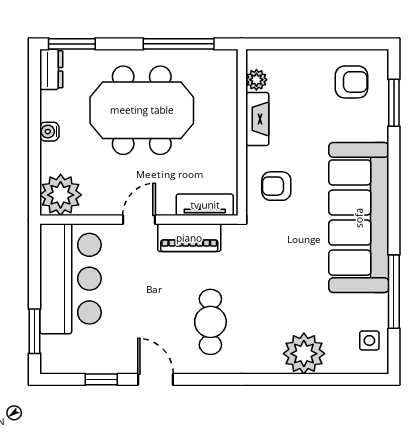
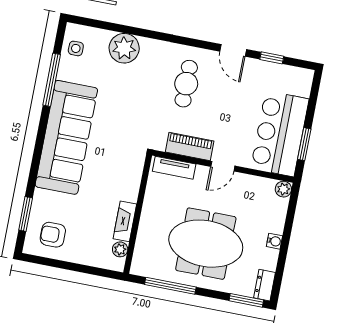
armchair: (276, 186) -> (121, 171), removed
plant: (61, 195) -> (283, 189), width x0.53, depth x0.53
window: (34, 331) -> (304, 144), moved

